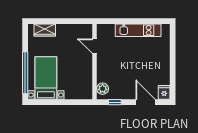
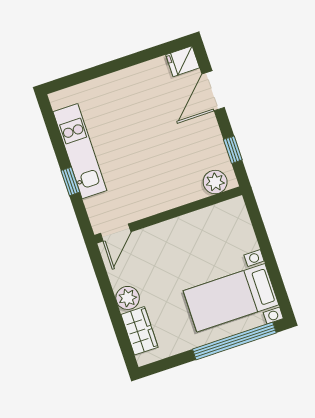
window: (126, 21) -> (70, 181), added
plant: (62, 30) -> (128, 298), added
door: (94, 46) -> (116, 233), moved

